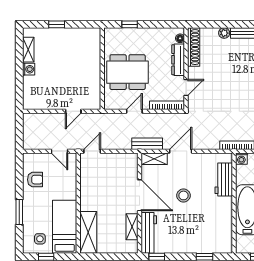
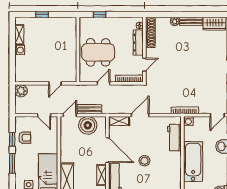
plant: (30, 121) -> (21, 91), added
bench: (147, 144) -> (90, 109), moved
boiler: (115, 164) -> (88, 125), added
window: (19, 182) -> (12, 139), added
stool: (183, 195) -> (144, 161), moved

